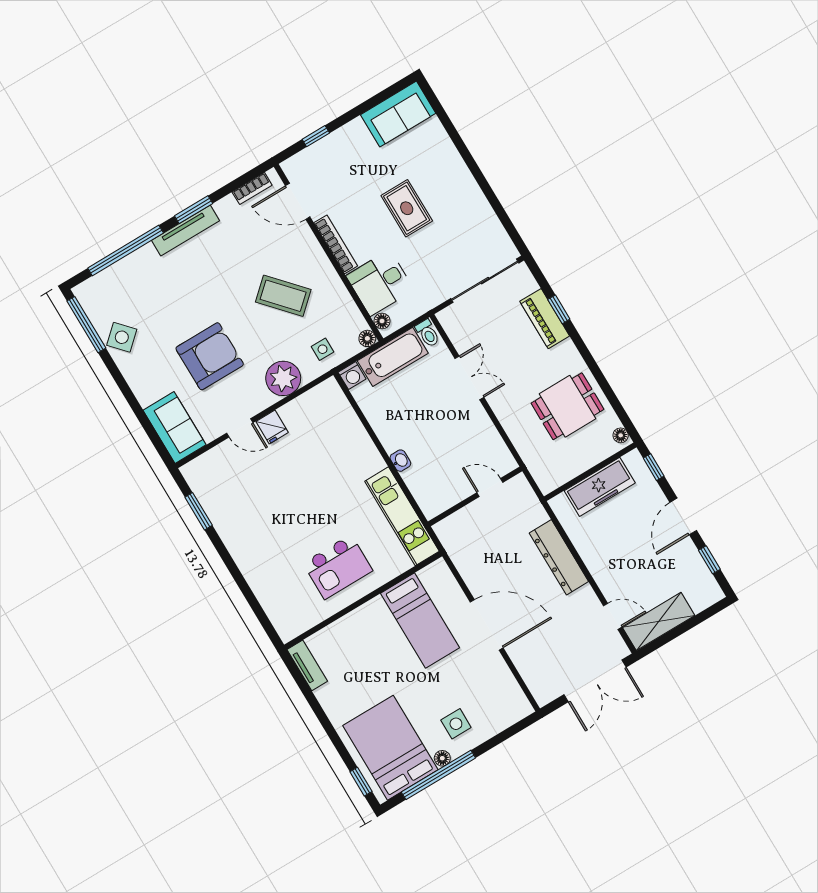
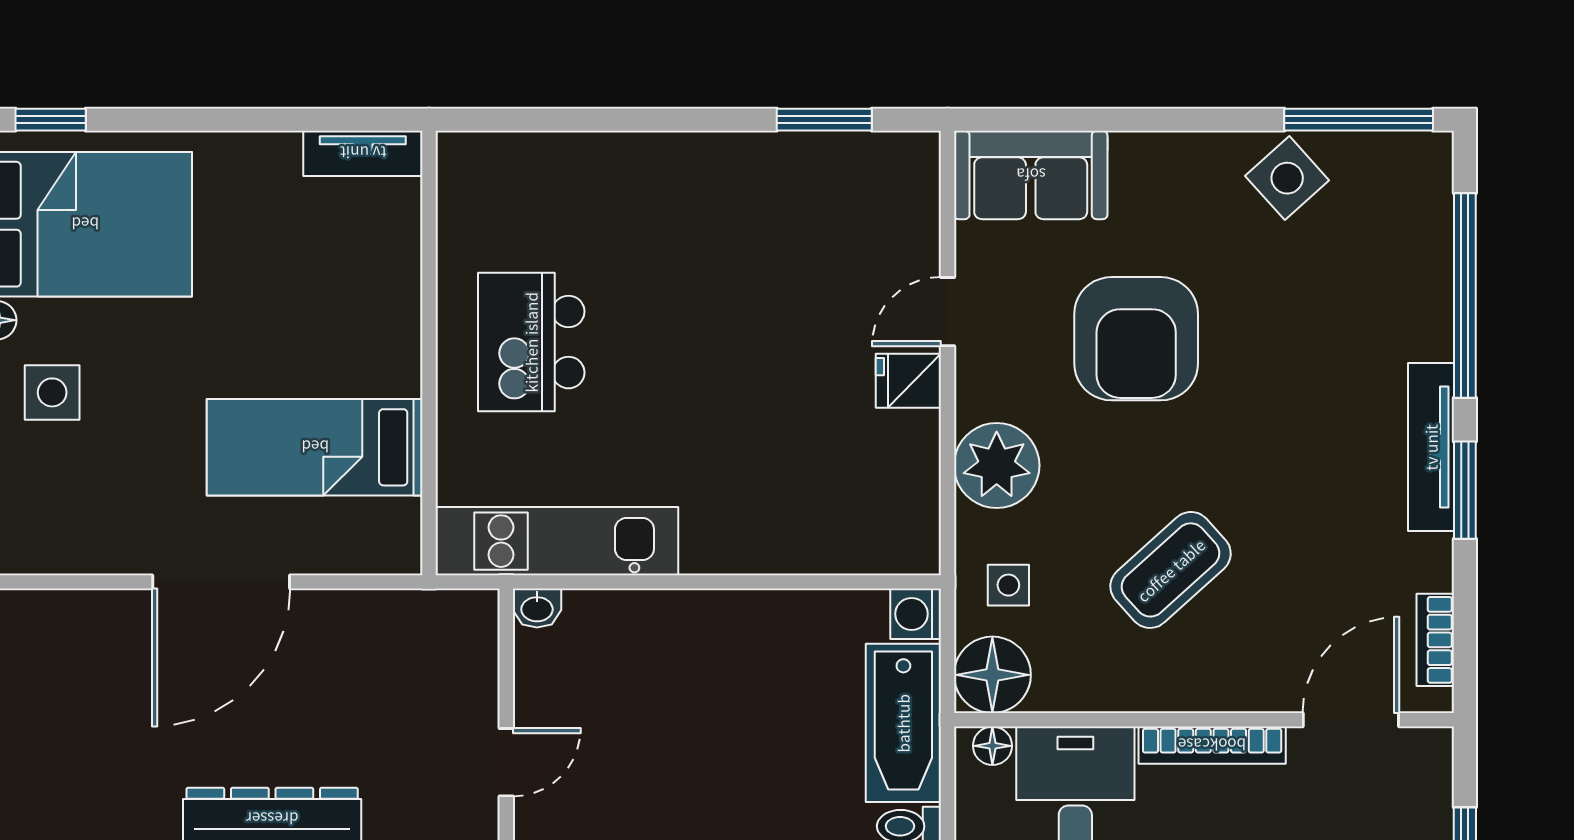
floor lamp: (367, 338) -> (992, 675), width x1.89, depth x1.89
washbasin: (400, 461) -> (537, 608), moved

